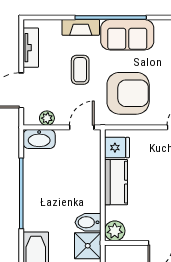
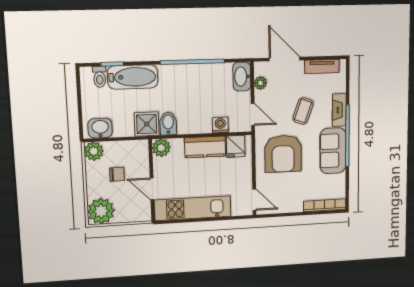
coffee table: (80, 70) -> (303, 111), turned -70
washing machine: (92, 164) -> (220, 125), added

